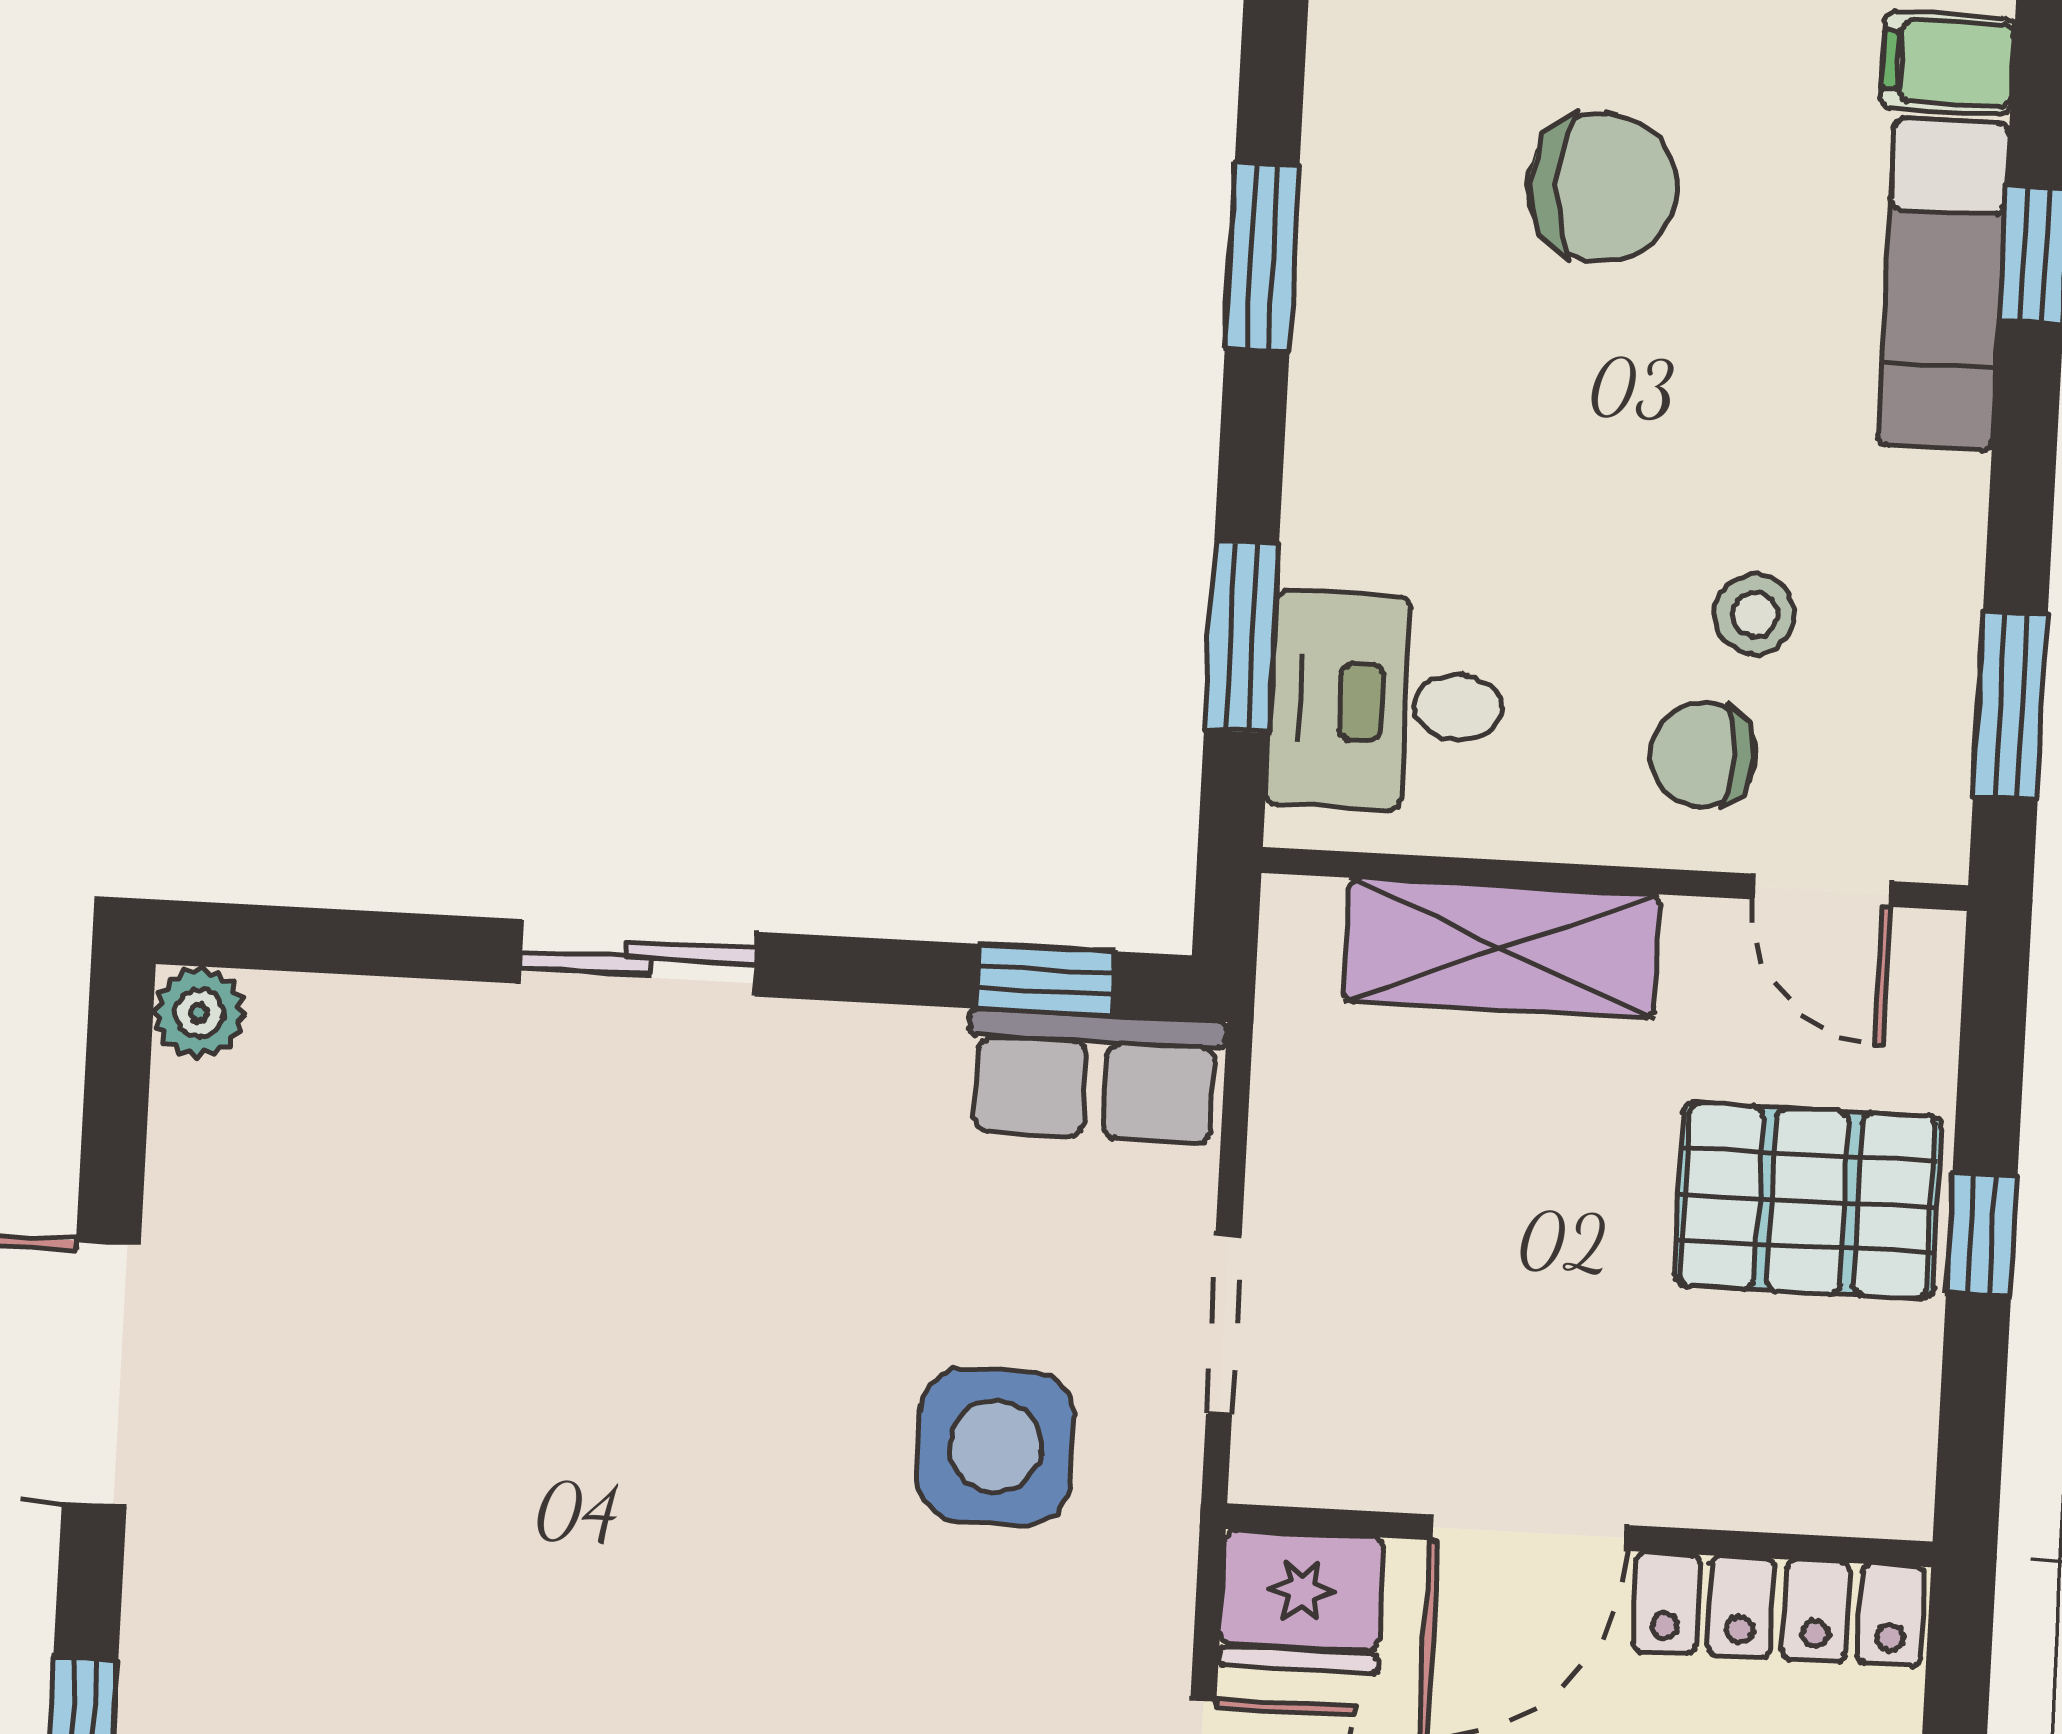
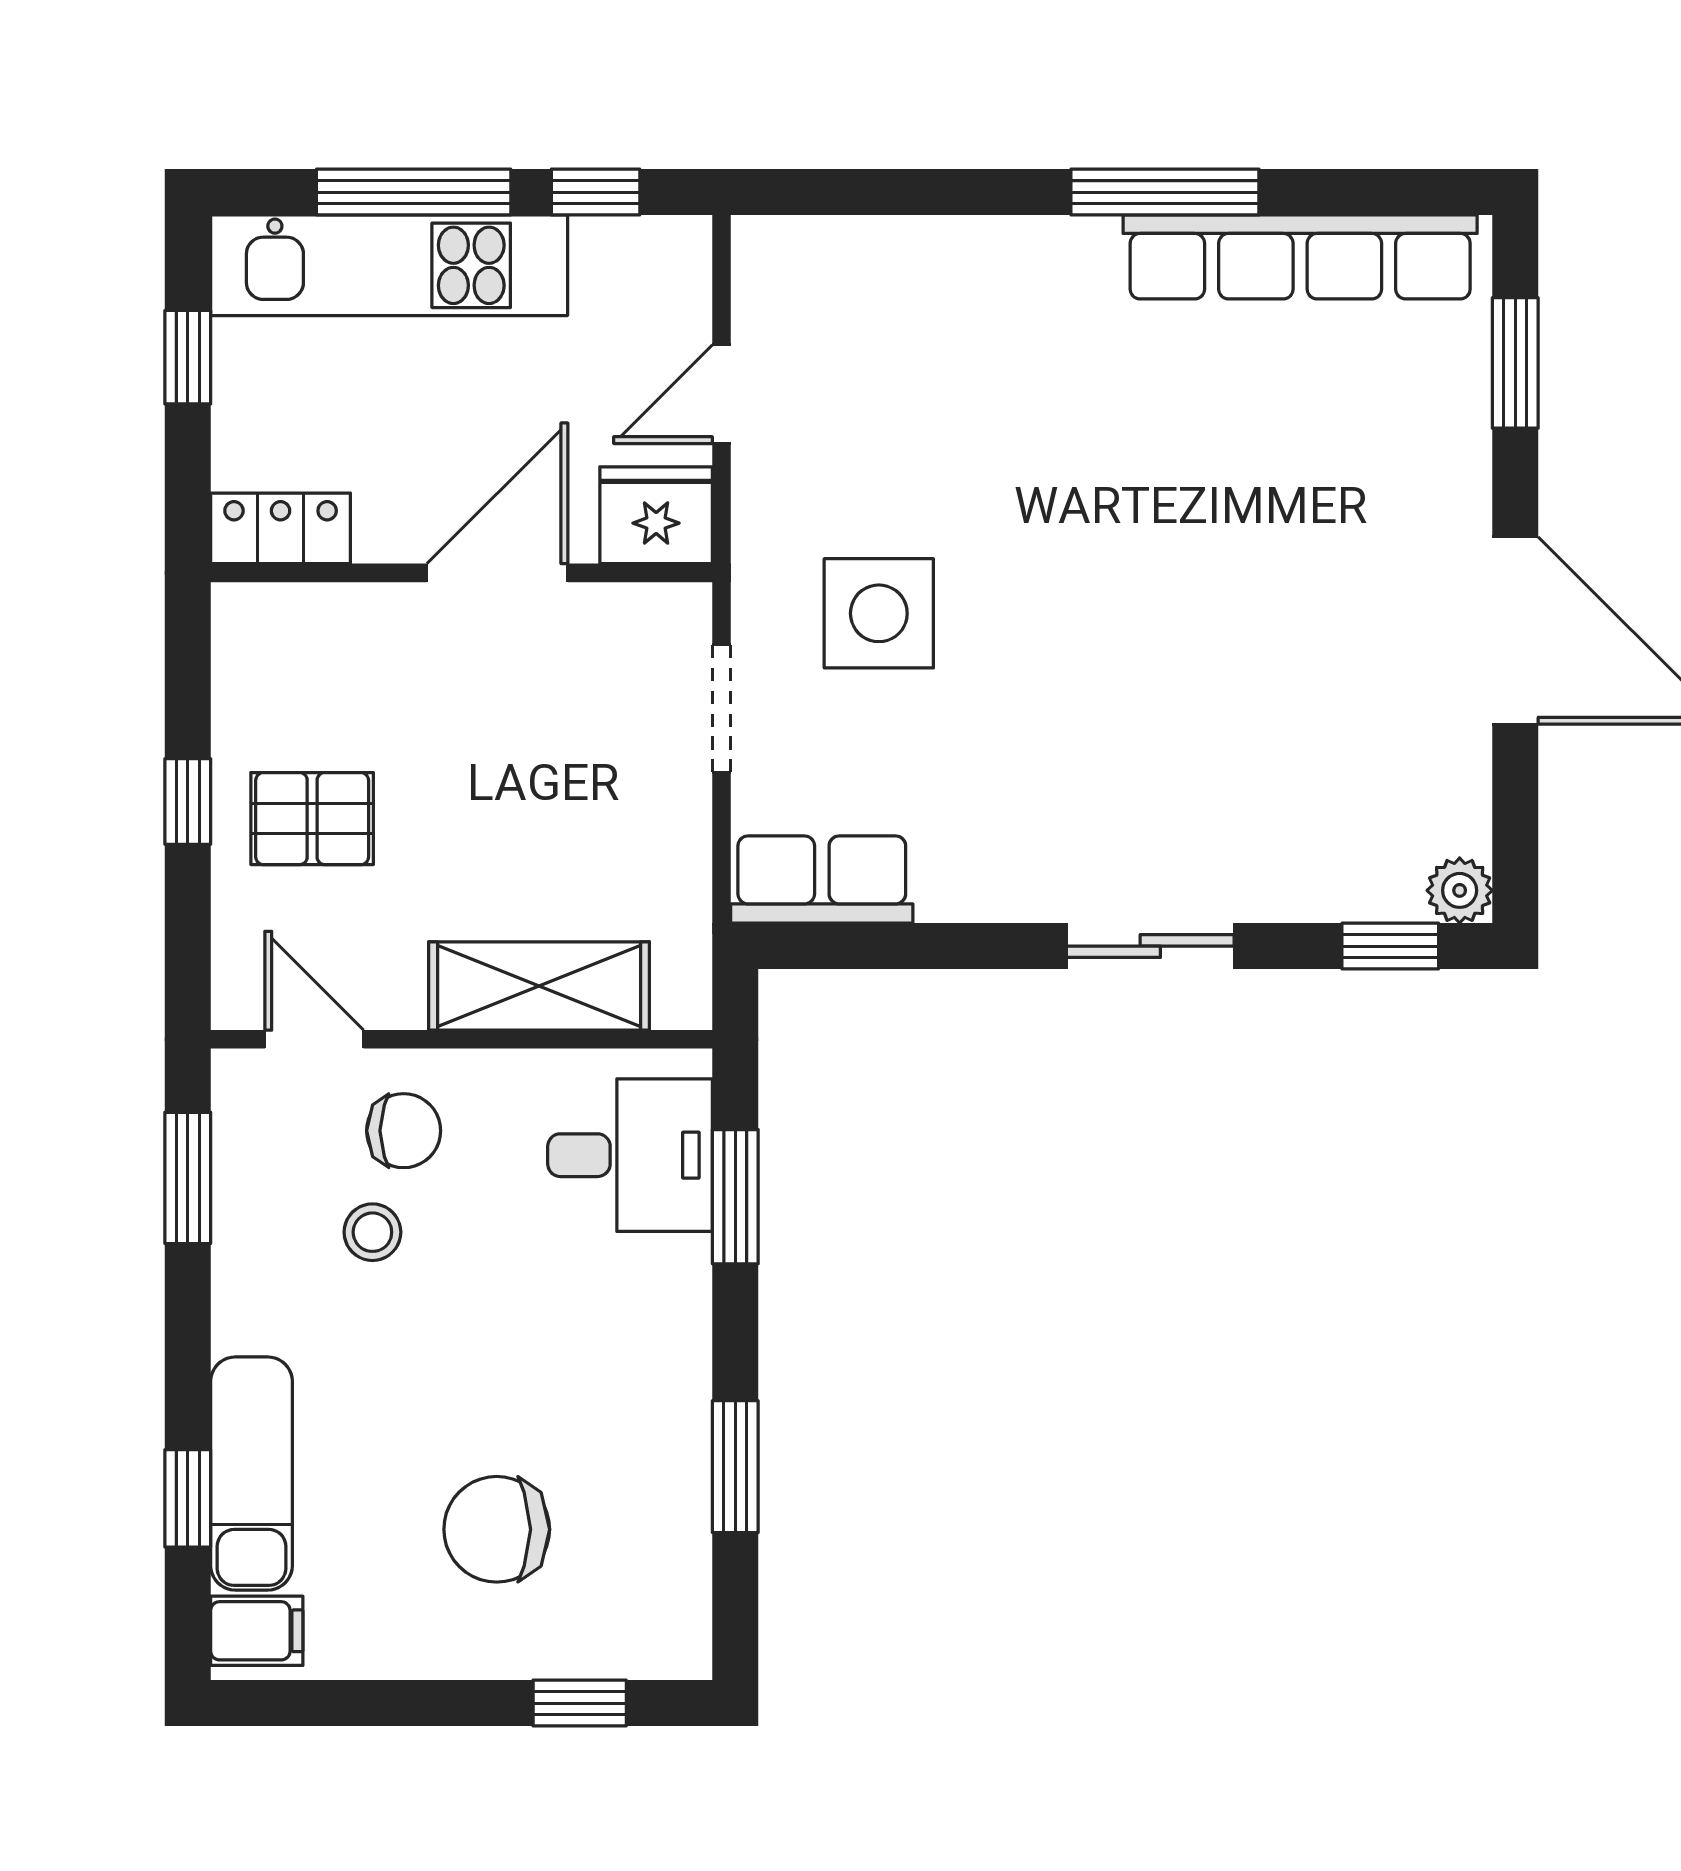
window: (1046, 980) -> (1390, 946), moved
pallet: (1808, 1201) -> (312, 819), width x0.67, depth x0.71
locker: (1779, 1609) -> (281, 528), width x0.66

